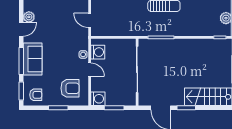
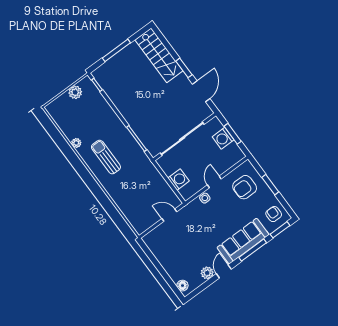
door: (90, 20) -> (169, 215), swing flipped
door: (21, 30) -> (224, 271), hinge flipped
washing machine: (98, 52) -> (178, 180), moved, turned 90
sofa: (33, 59) -> (243, 241), width x1.36
armchair: (70, 88) -> (245, 187), turned -90
washing machine: (98, 99) -> (223, 138), moved, turned -90

